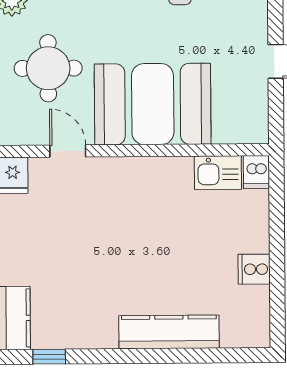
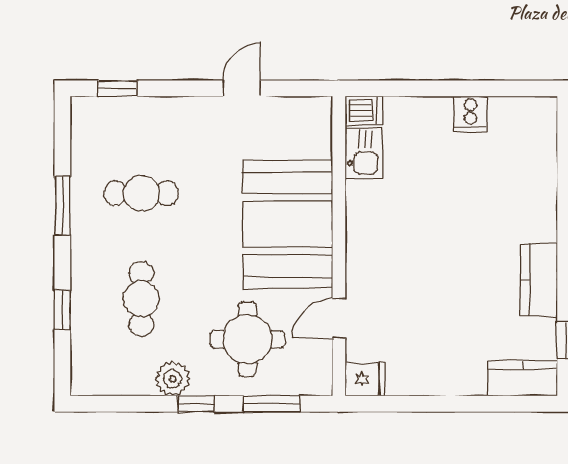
kitchen counter: (169, 332) -> (539, 280), moved, width x0.67

